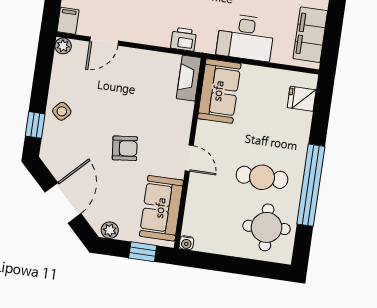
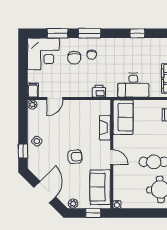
fireplace: (189, 78) -> (105, 128), moved

